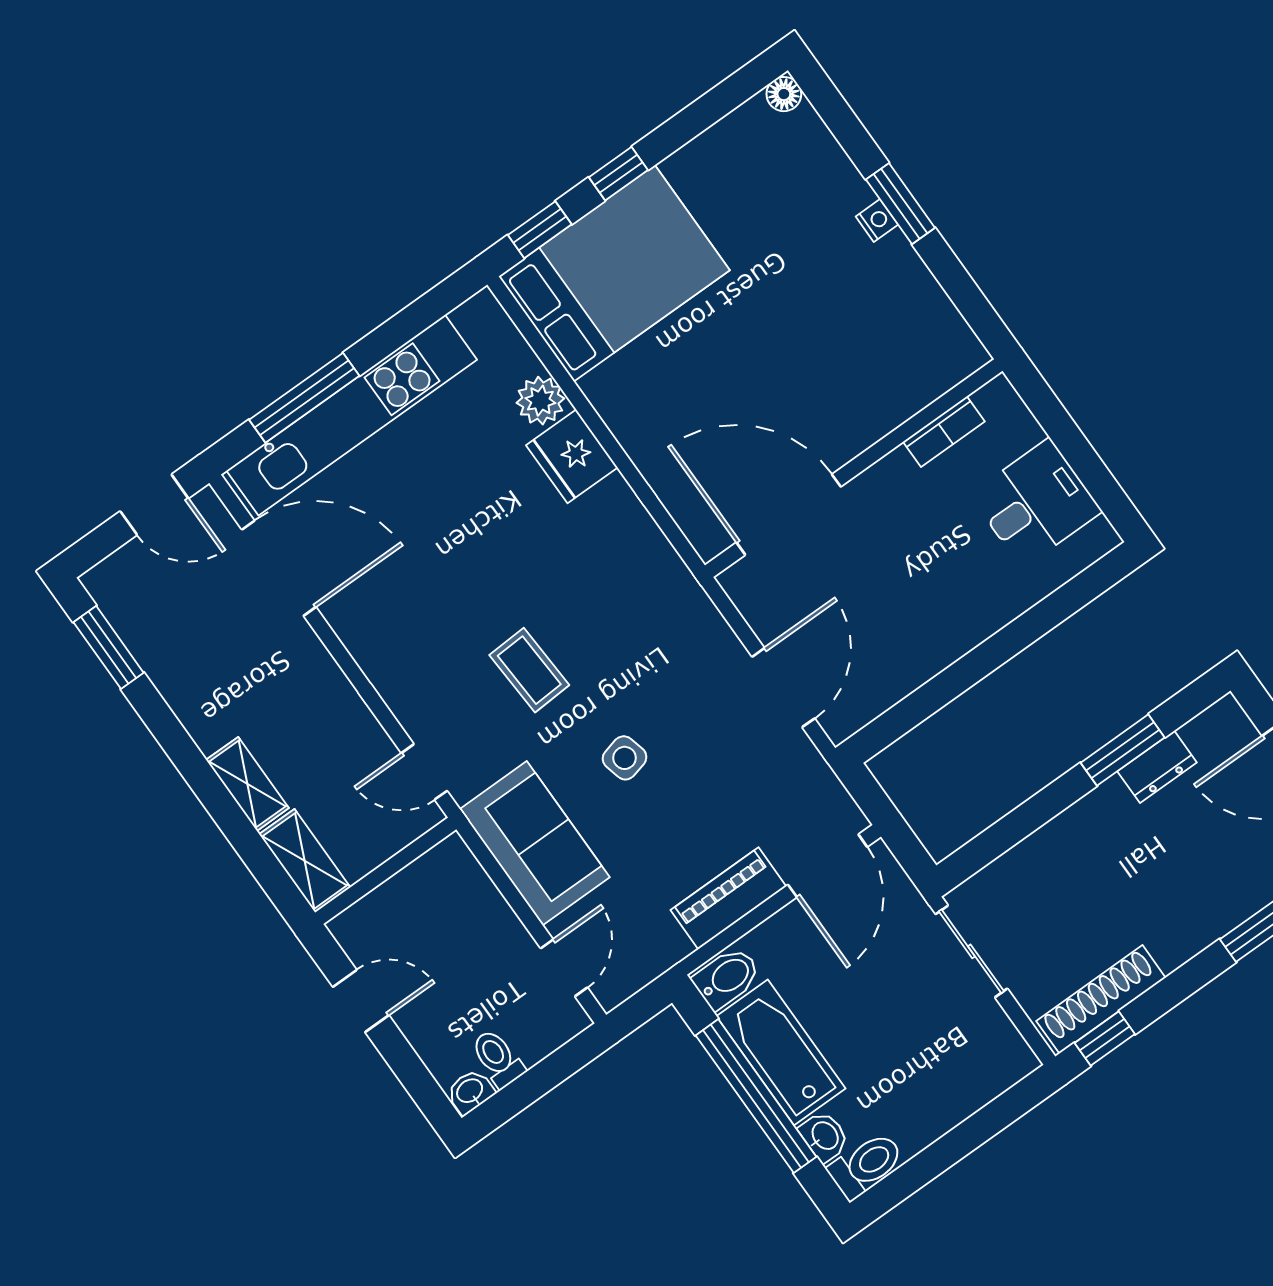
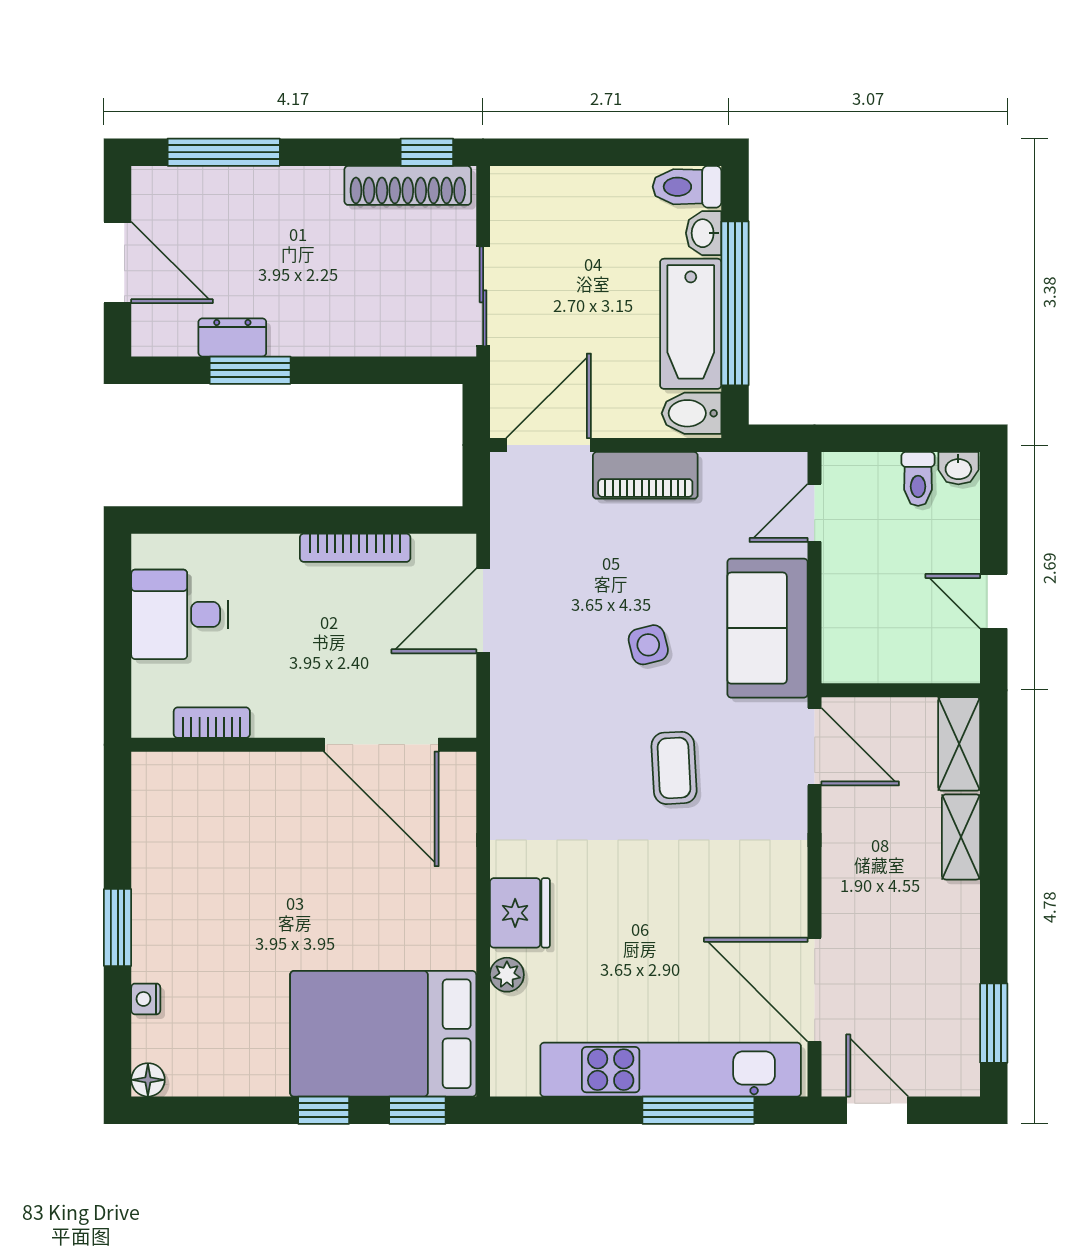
nightstand: (877, 221) -> (146, 999), moved
plant: (540, 401) -> (507, 975), width x0.73, depth x0.73
bookcase: (928, 664) -> (355, 548), added
door: (424, 772) -> (815, 747), width x1.38

